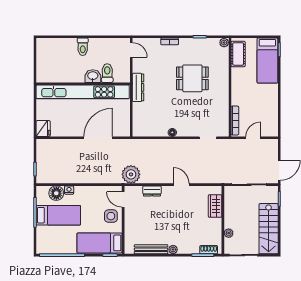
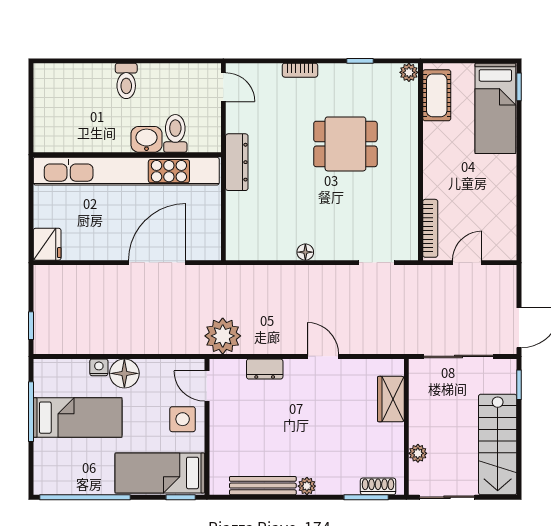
floor lamp: (56, 193) -> (124, 373), moved

